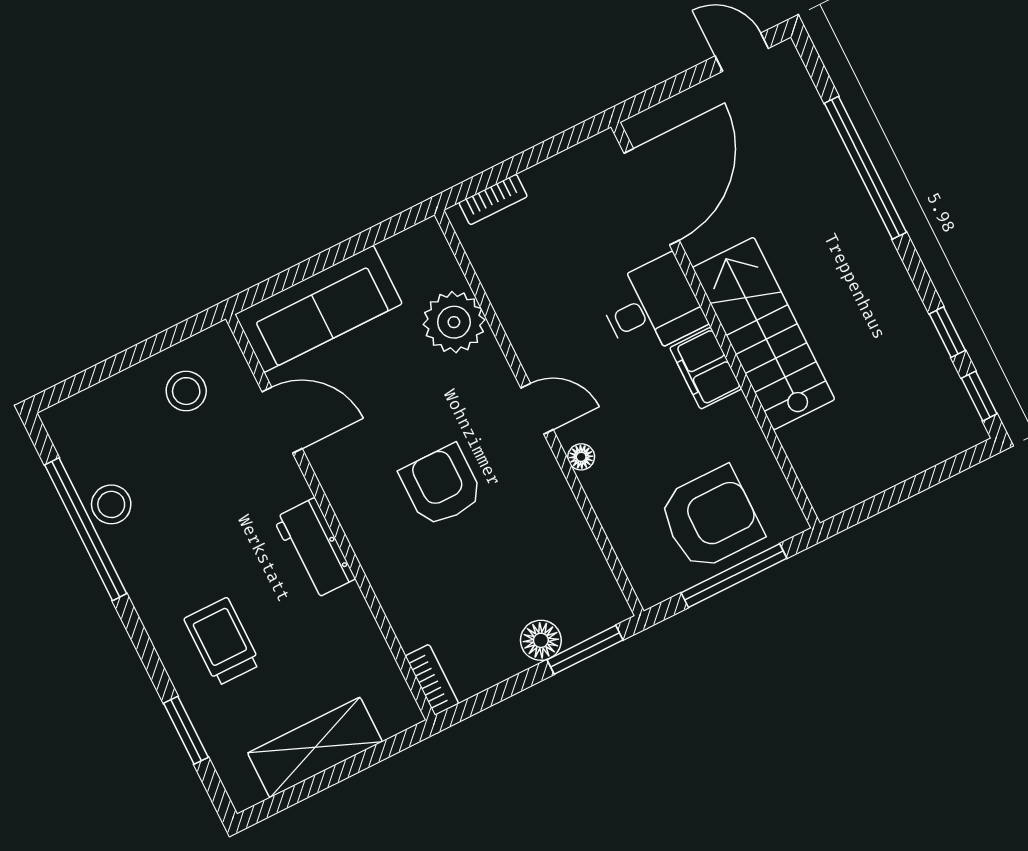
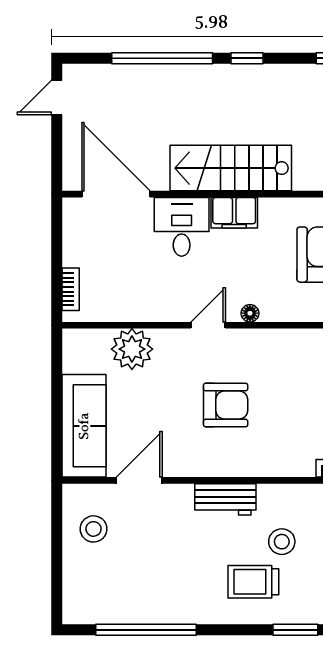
window: (947, 332) -> (247, 58), moved
armchair: (441, 486) -> (226, 405), turned 180
stool: (111, 504) -> (282, 542), moved

